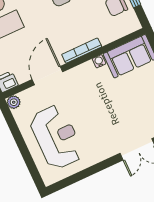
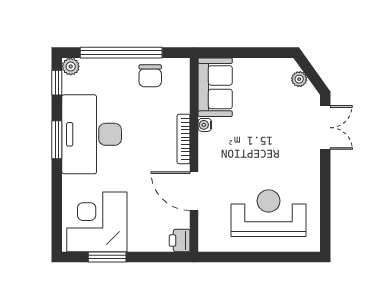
plant: (14, 102) -> (207, 243), removed

